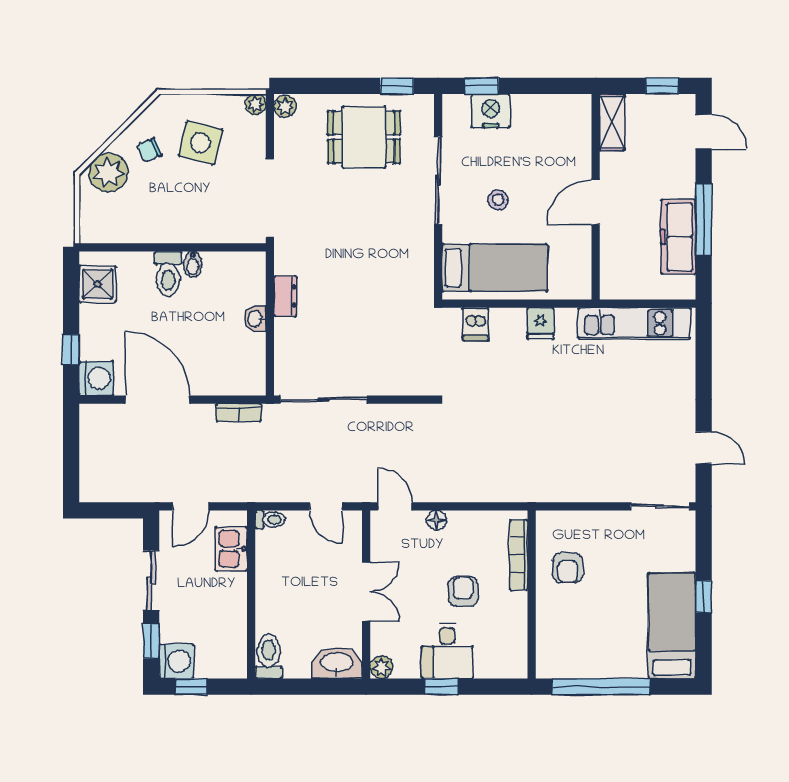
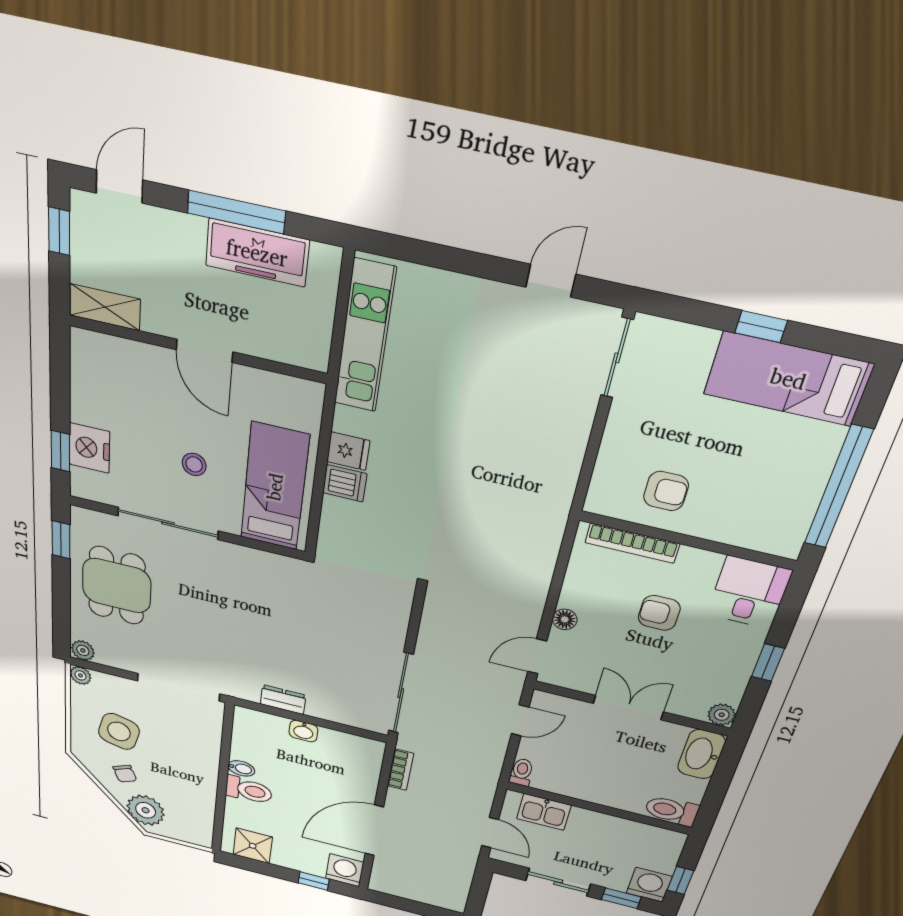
dishwasher: (476, 324) -> (345, 483), moved
desk: (447, 651) -> (749, 592), moved, turned -90

